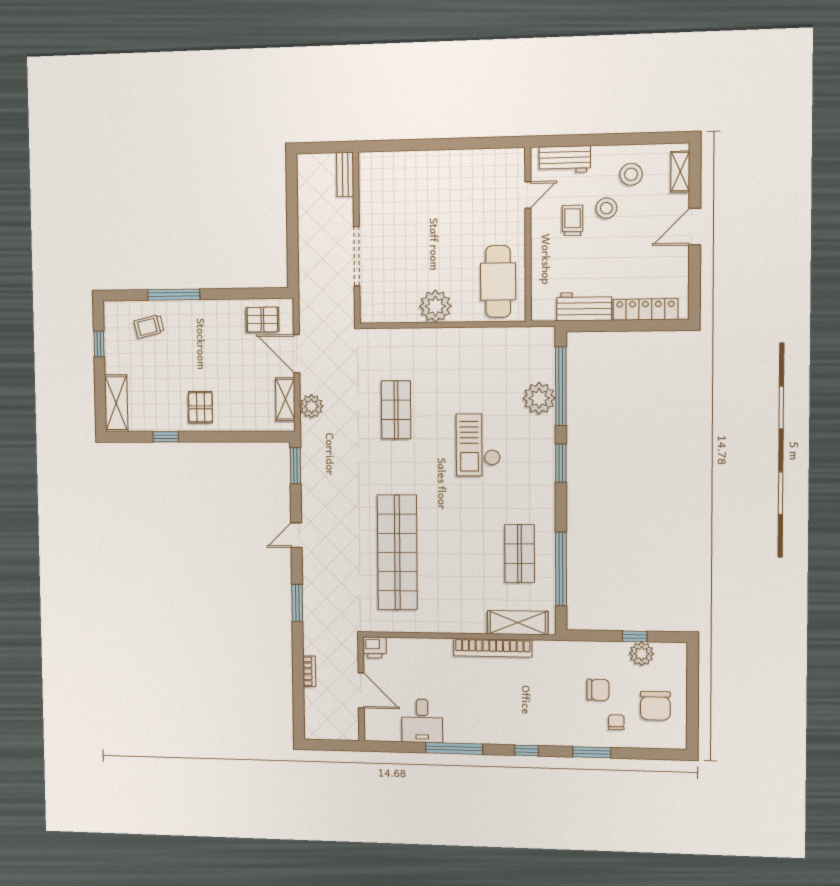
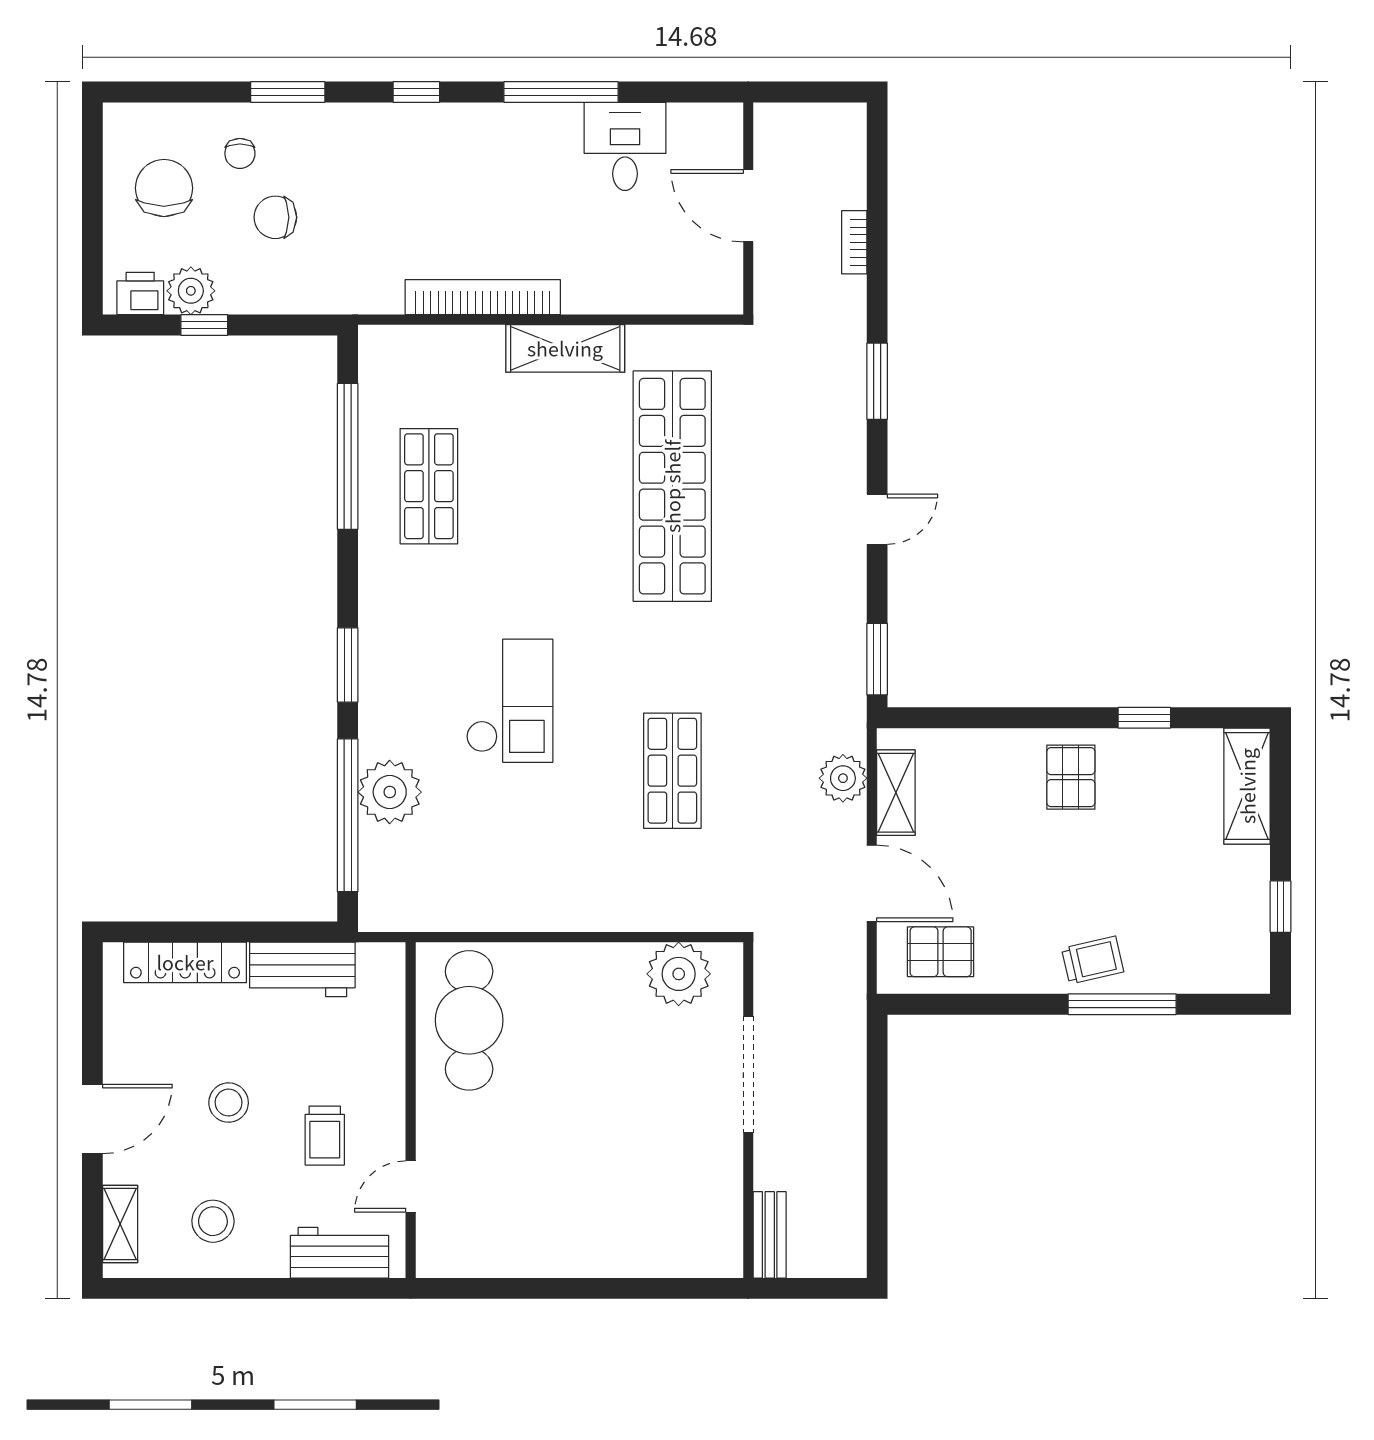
stool: (606, 208) -> (229, 1103), moved
plant: (435, 306) -> (679, 974), moved
trolley: (149, 326) -> (1093, 960), moved
shelving: (518, 623) -> (565, 348), moved
printer: (375, 647) -> (140, 294), moved

